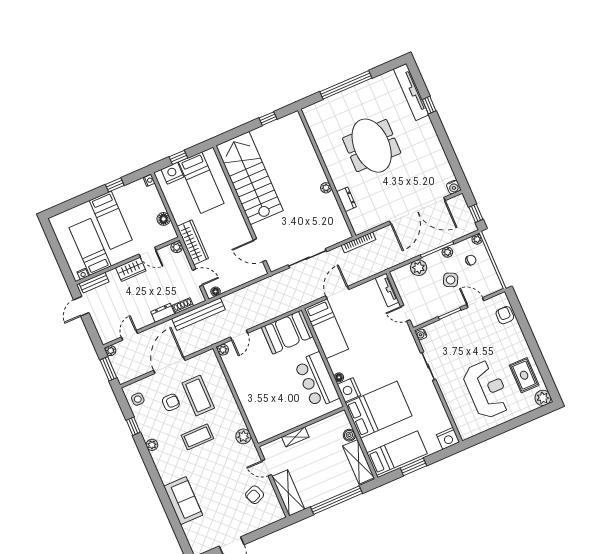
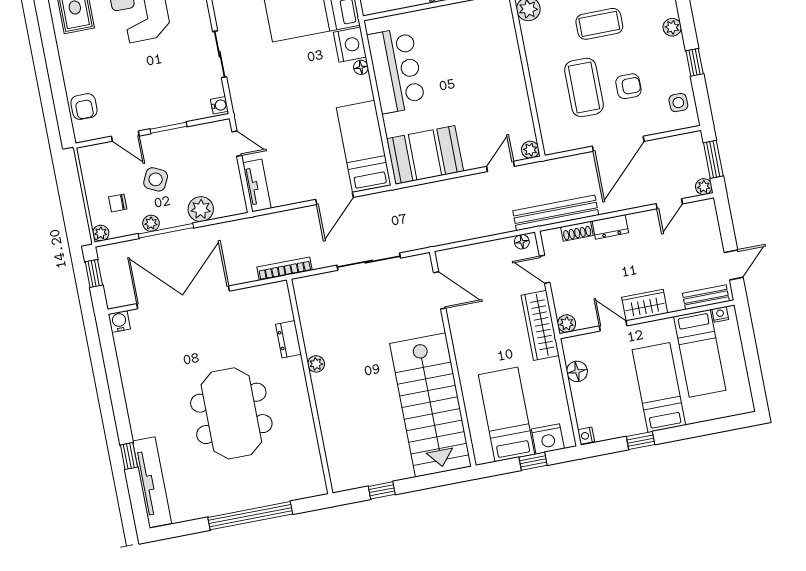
armchair: (171, 402) -> (628, 86), turned 180

